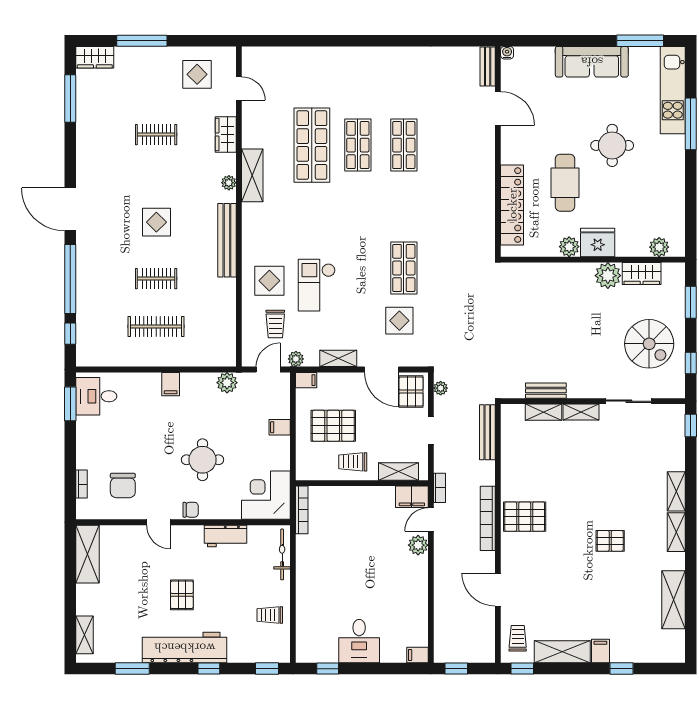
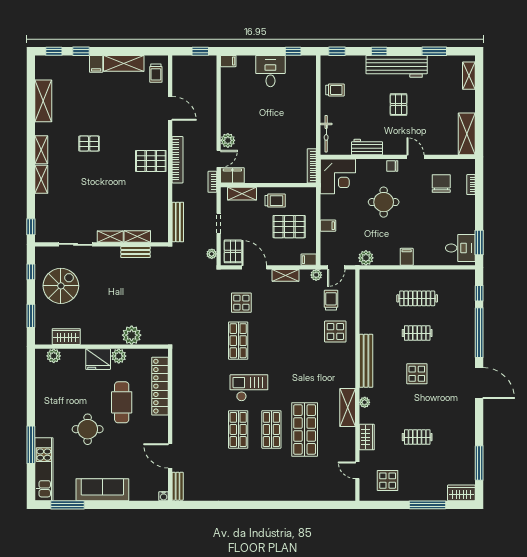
plant: (608, 276) -> (132, 335), moved
checkout: (317, 285) -> (249, 388), moved, turned -90
spiral stairs: (649, 344) -> (61, 286), turned 90
window: (522, 669) -> (54, 51), moved

